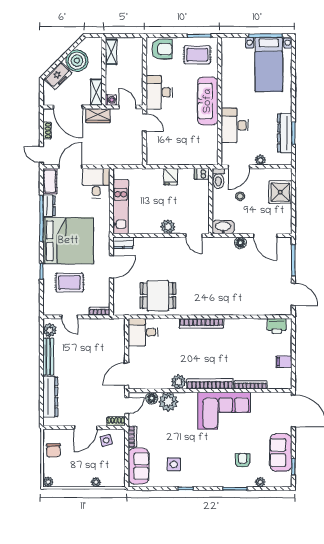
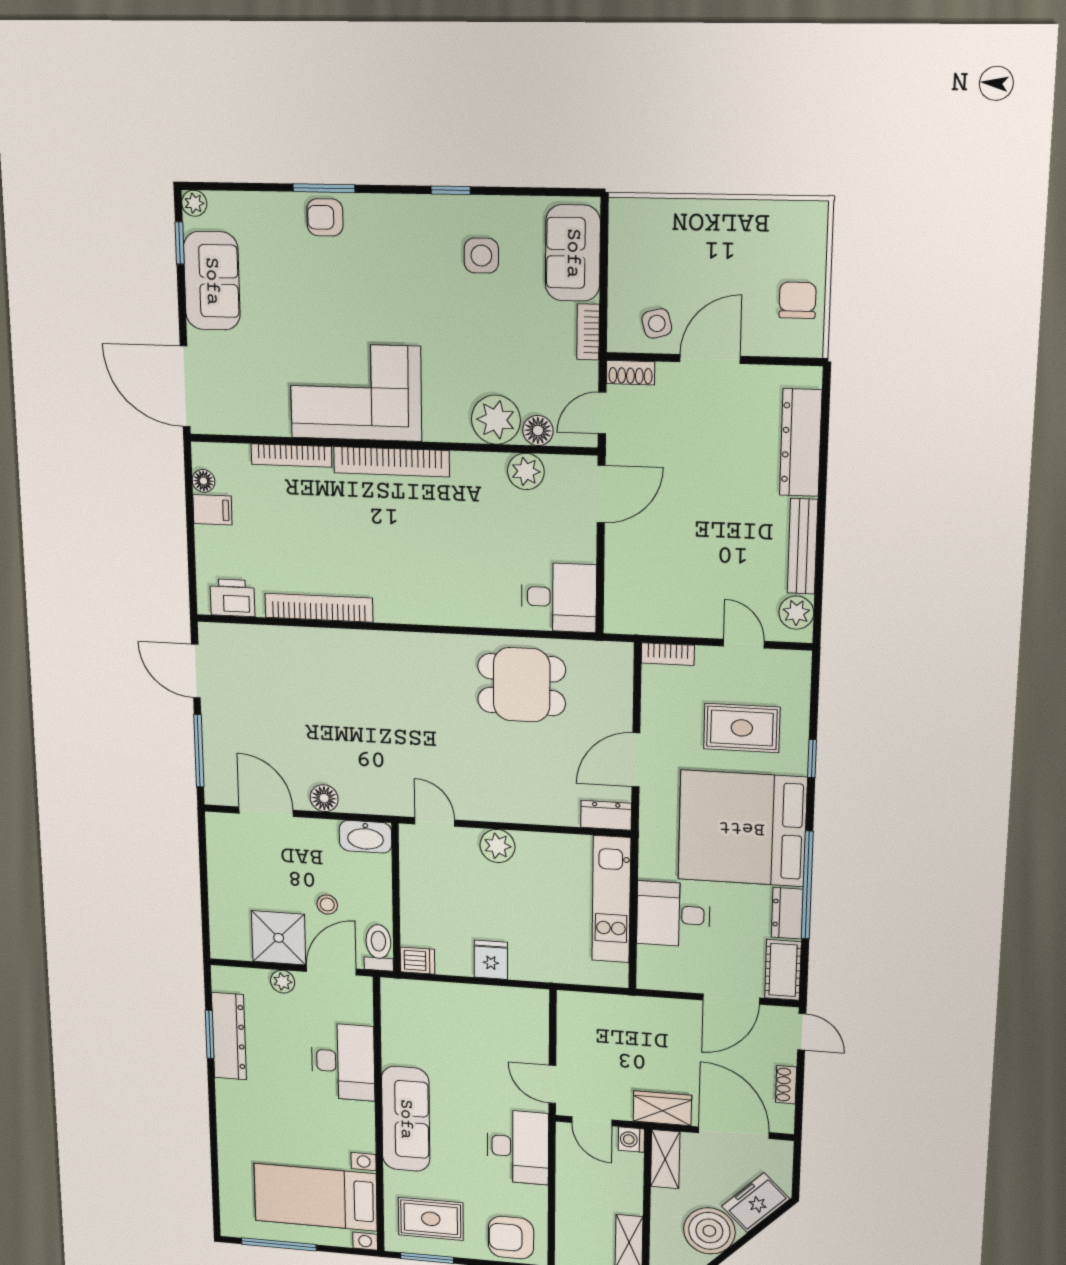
bed with nightstands: (269, 64) -> (316, 1197), moved, turned -90
desk: (96, 183) -> (673, 914), moved, turned 90
shower: (280, 192) -> (279, 938), moved
bookcase: (201, 323) -> (319, 608), moved
floor lamp: (287, 373) -> (203, 481), added
plant: (179, 382) -> (526, 471), moved
armchair: (243, 460) -> (325, 217), moved, turned 90
plant: (48, 482) -> (815, 215), removed
plant: (96, 482) -> (686, 211), removed
plant: (260, 482) -> (194, 203), moved

